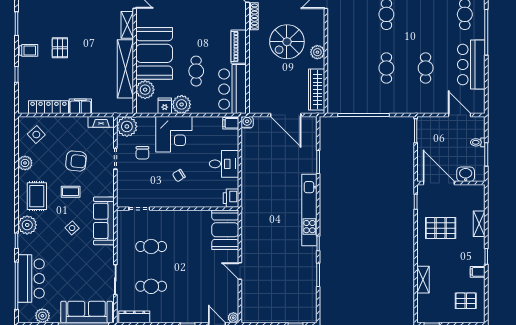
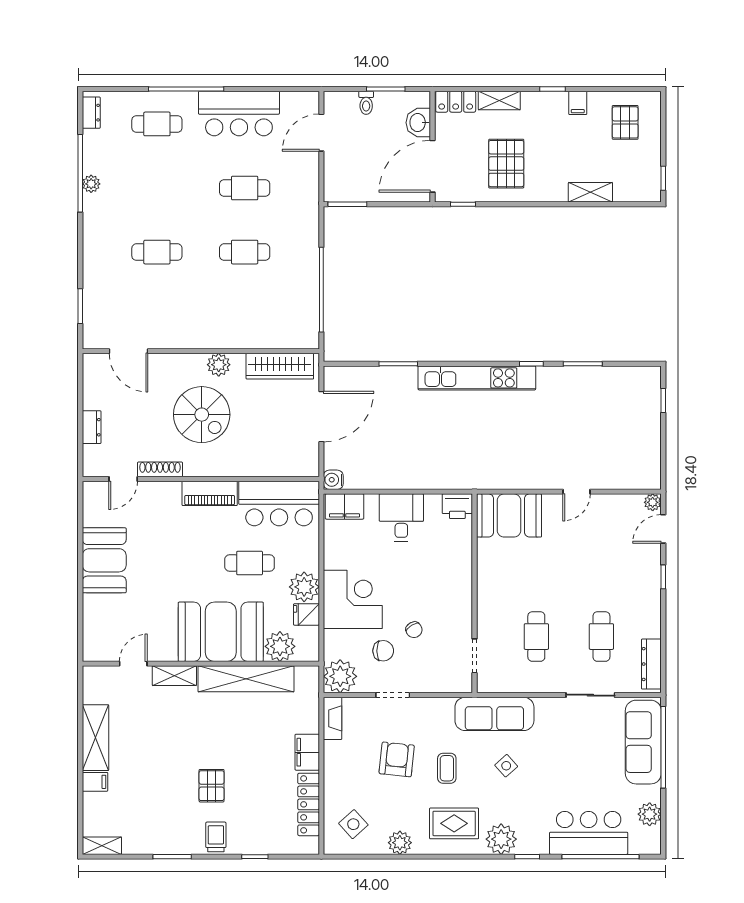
pallet: (60, 48) -> (212, 786), turned 90
filing cabinet: (231, 123) -> (345, 506), width x2.00
chair: (179, 176) -> (414, 630), moved
locker: (478, 197) -> (456, 102), added

